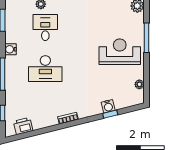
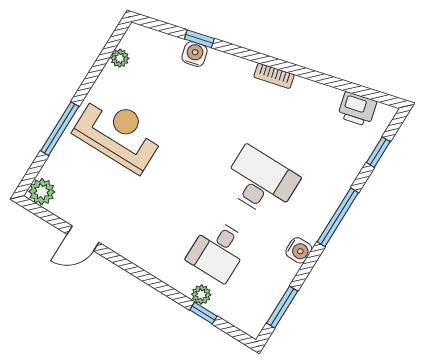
reception desk: (120, 52) -> (119, 133), turned 180

